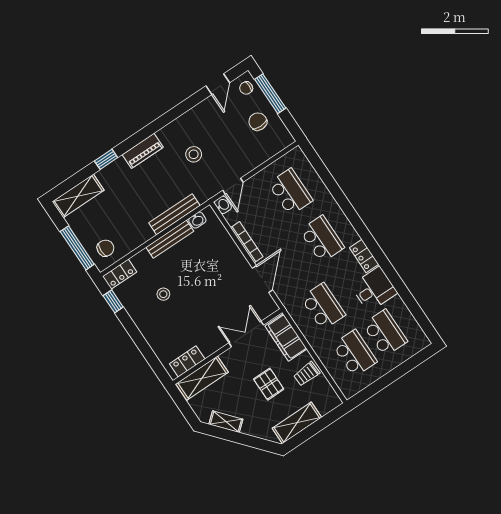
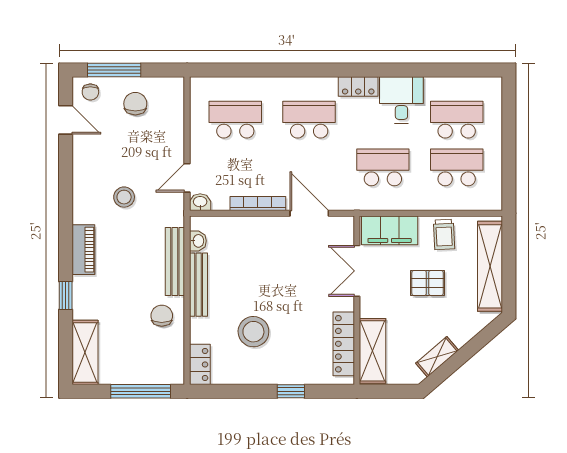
chair: (258, 122) -> (135, 104), turned 90
door: (233, 186) -> (187, 178), swing flipped
chair: (105, 248) -> (162, 316), moved
stool: (163, 294) -> (253, 332), width x1.89, depth x1.89
window: (113, 301) -> (291, 391), moved
locker: (187, 361) -> (344, 344), width x1.53
shelving: (297, 423) -> (490, 266), width x1.47

